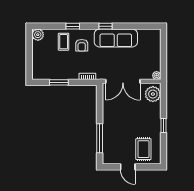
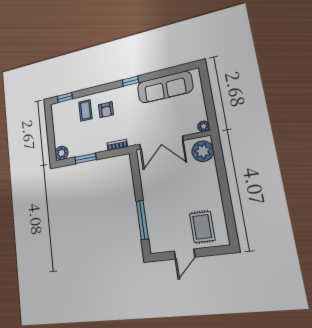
window: (73, 26) -> (65, 98), moved
plant: (38, 35) -> (62, 153), moved
sofa: (116, 38) -> (165, 87), moved
window: (163, 125) -> (225, 191), removed
door: (128, 167) -> (185, 254), hinge flipped

